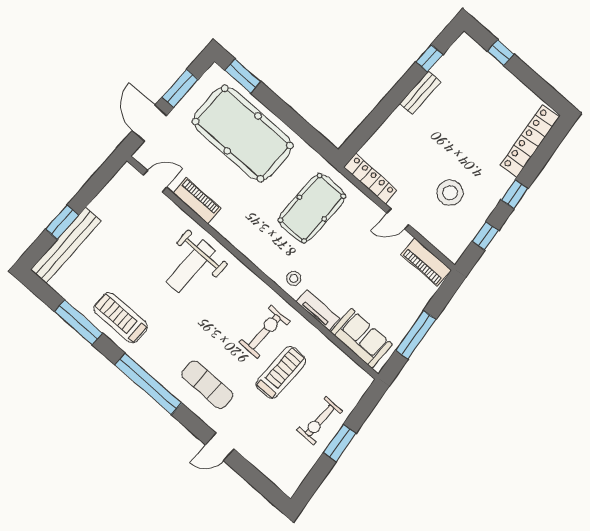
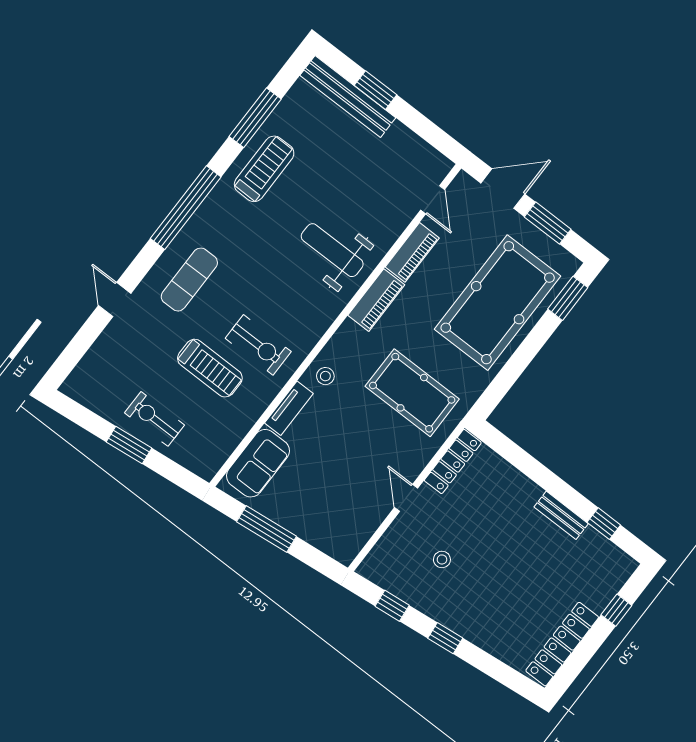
locker: (530, 141) -> (562, 644), moved, turned -84
stool: (450, 193) -> (442, 559), width x0.53, depth x0.53
piano: (426, 262) -> (376, 300), moved, turned 180

